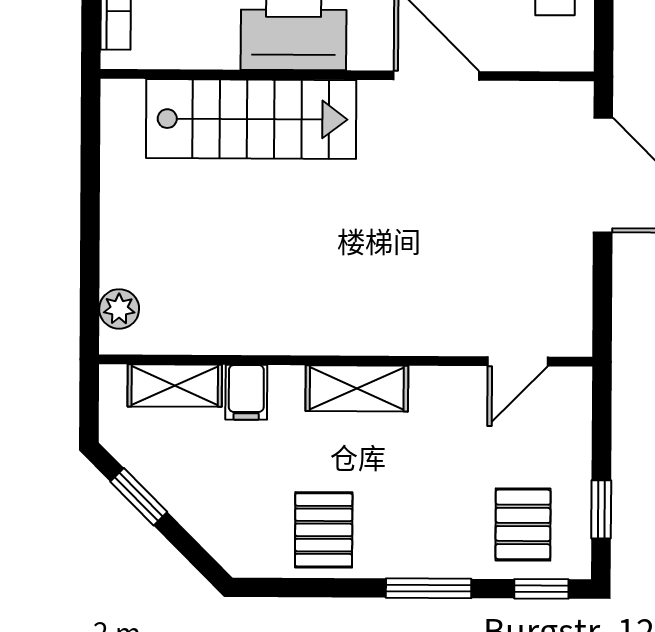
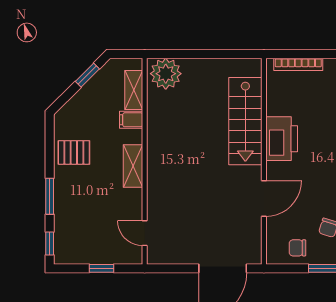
plant: (119, 309) -> (166, 74), width x1.87, depth x1.87
window: (601, 509) -> (101, 268), moved
pallet: (523, 524) -> (77, 236), removed

